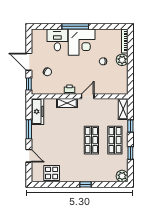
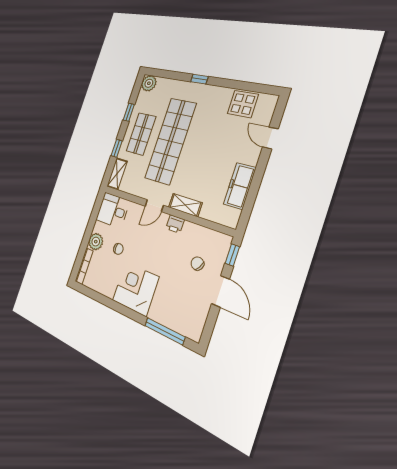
window: (75, 26) -> (165, 331), moved
desk: (57, 40) -> (113, 210), moved, turned 90
freezer: (37, 111) -> (240, 186), moved
window: (29, 129) -> (256, 181), removed
shop shelf: (91, 140) -> (170, 141), width x2.00, depth x1.36

